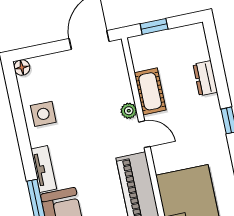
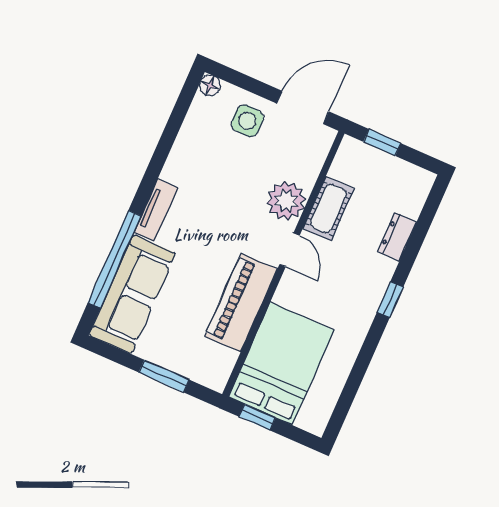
plant: (129, 111) -> (286, 201), width x1.88, depth x1.88
side table: (43, 114) -> (247, 121), moved

